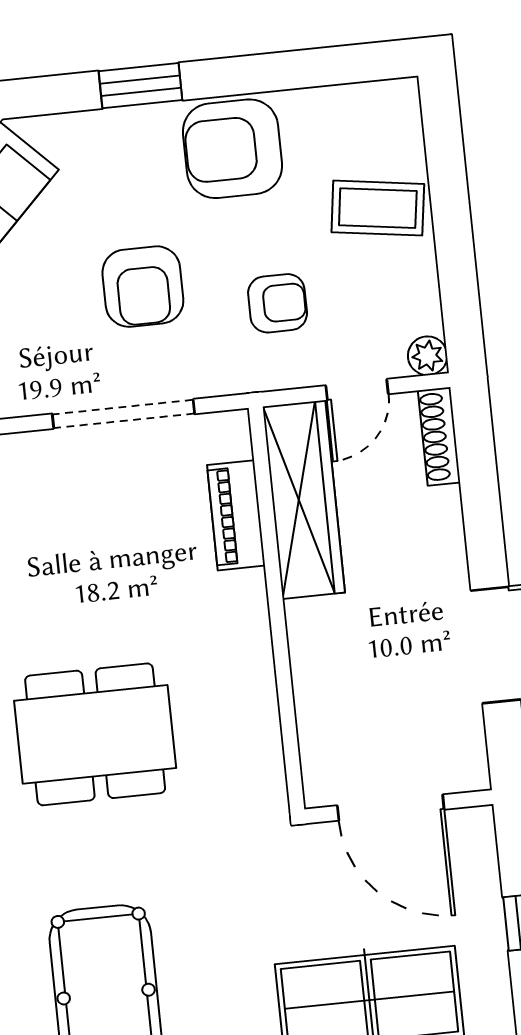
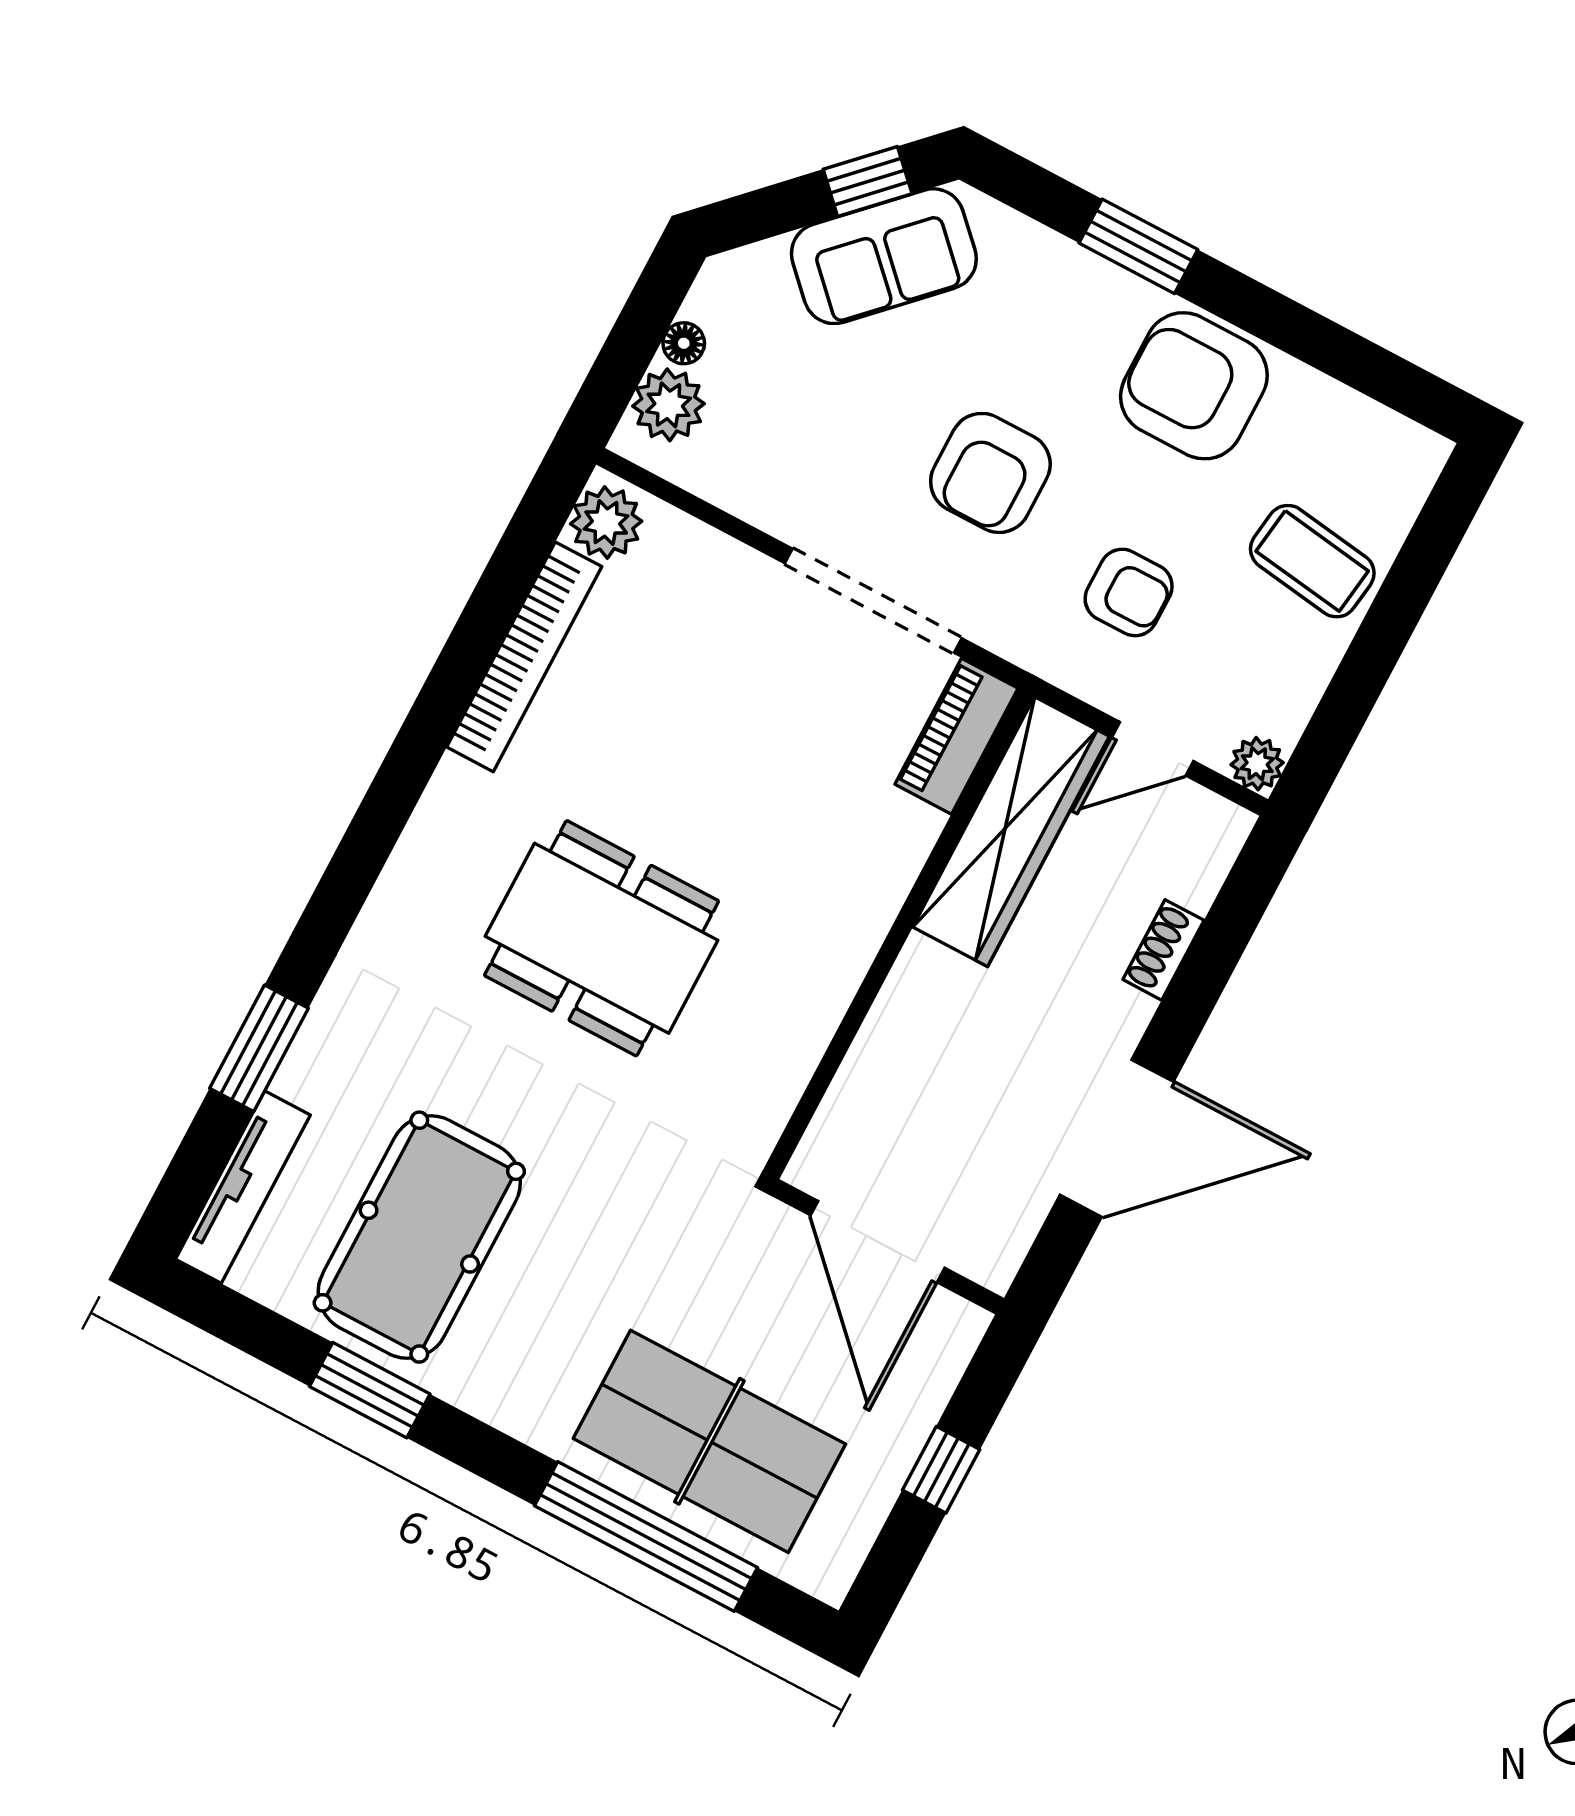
shoe rack: (439, 436) -> (1163, 950), moved, width x0.70
piano: (236, 515) -> (957, 736), moved

